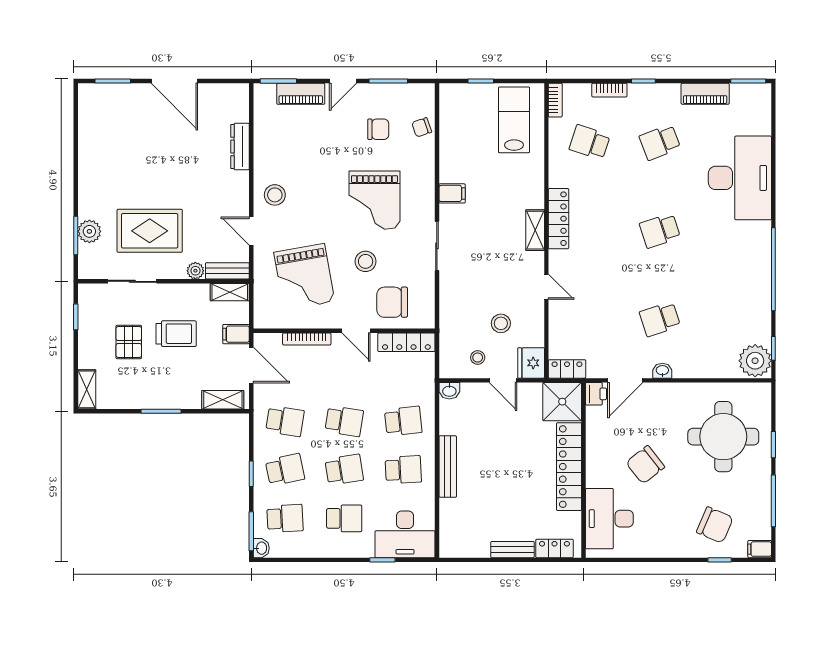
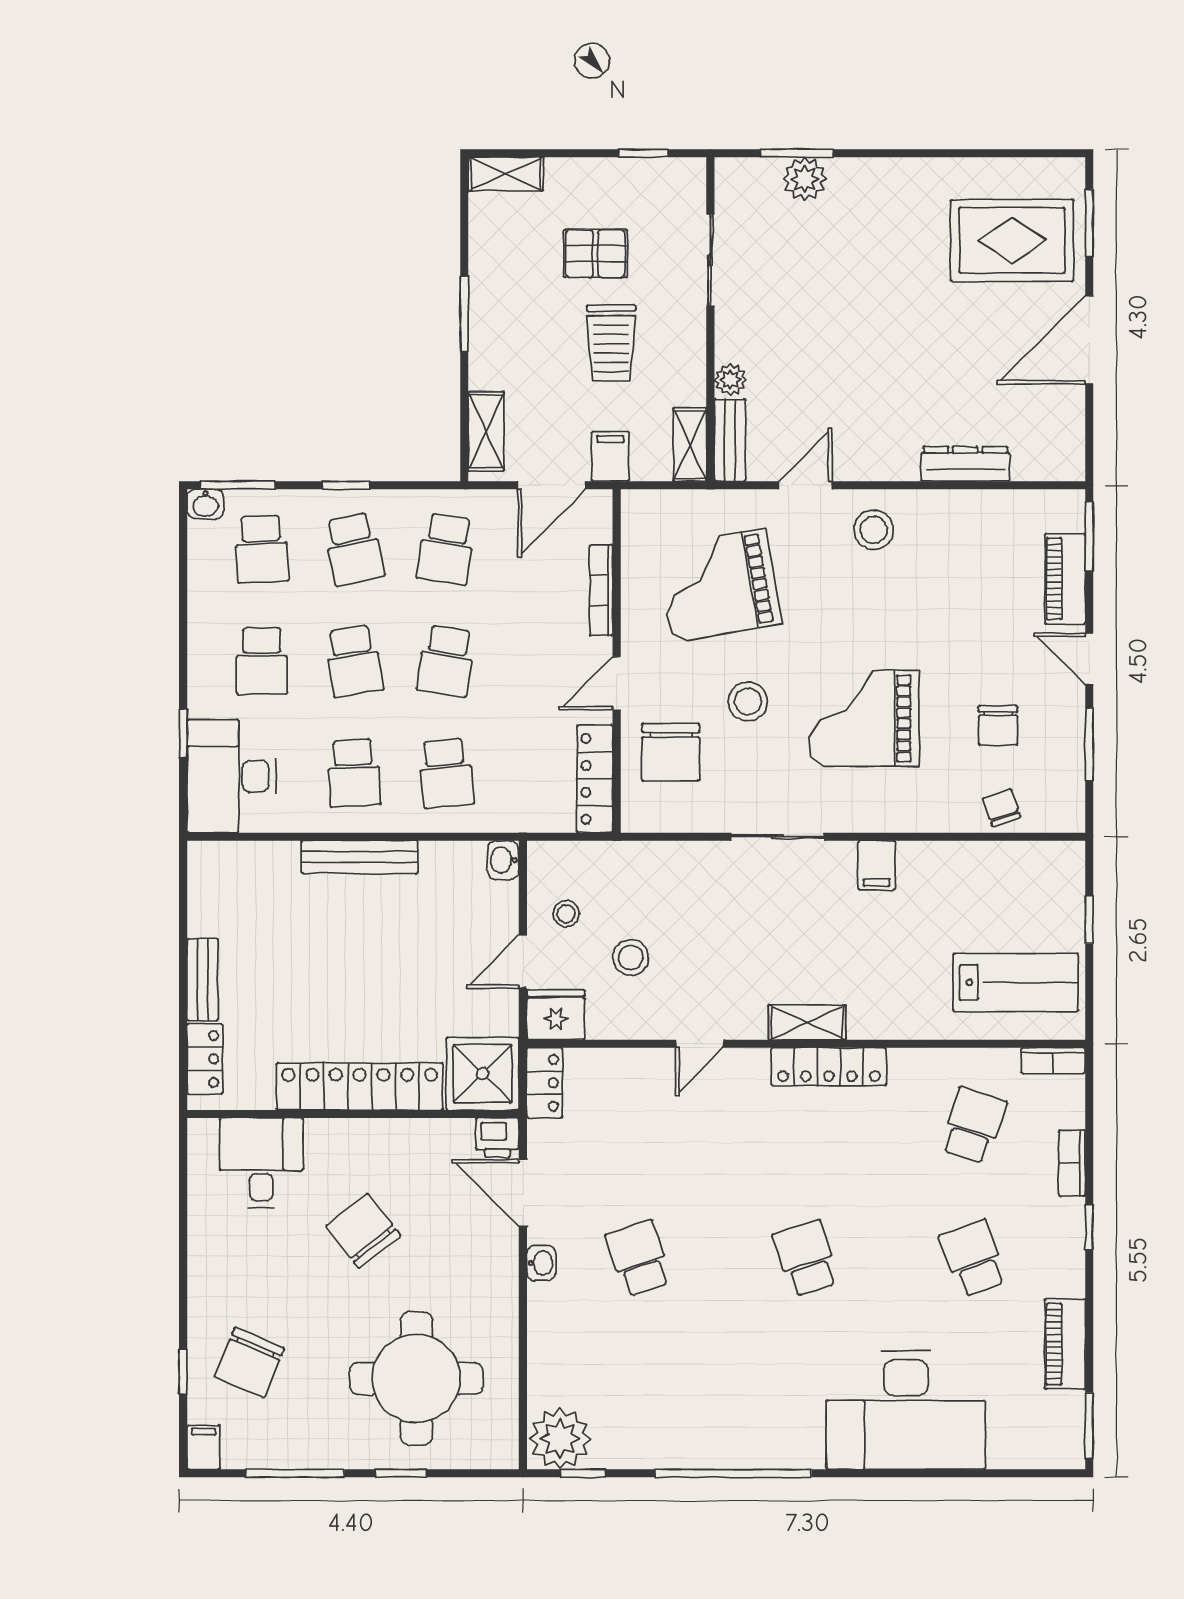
rug: (150, 231) -> (1012, 240), moved, turned 90
chair: (392, 302) -> (671, 752), turned 180
desk: (609, 519) -> (261, 1163), width x0.73

